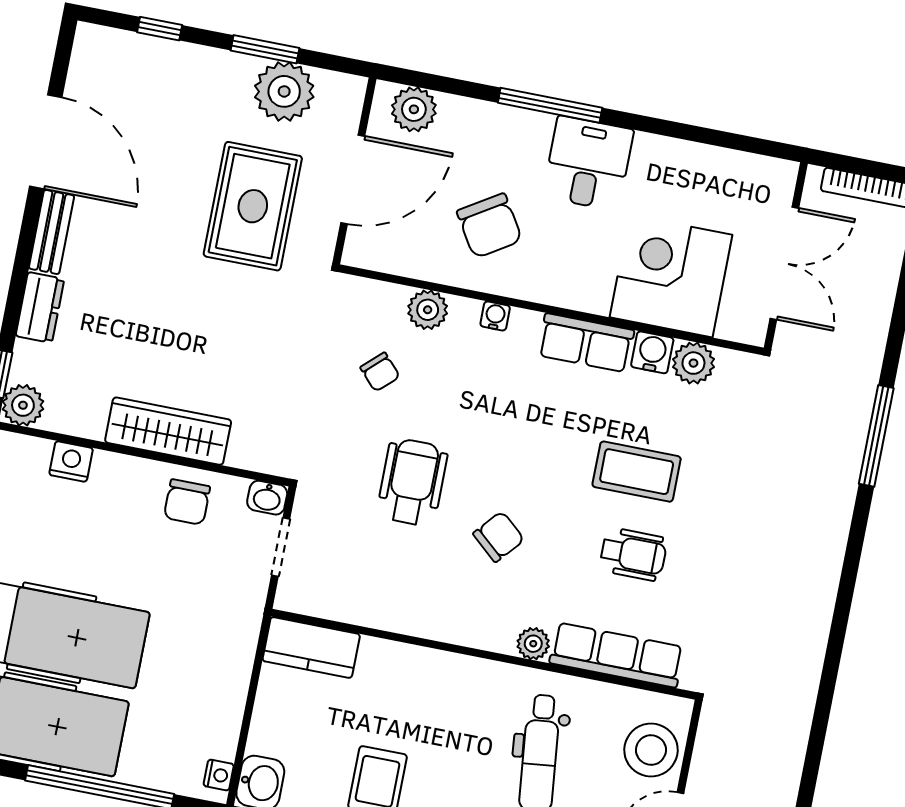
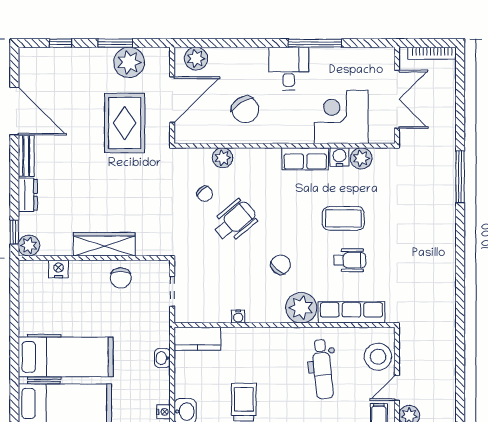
window: (550, 105) -> (315, 43), moved
water cooler: (495, 316) -> (238, 317), moved, turned 180
wheelchair: (412, 482) -> (235, 221), moved, turned 50
washbasin: (267, 498) -> (162, 358), moved, turned 90
plant: (533, 644) -> (301, 308), width x1.88, depth x1.88

